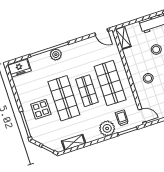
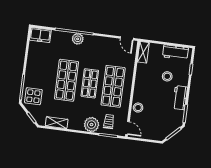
stool: (148, 78) -> (138, 108), moved
display table: (41, 109) -> (33, 96), moved

